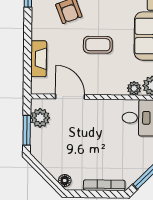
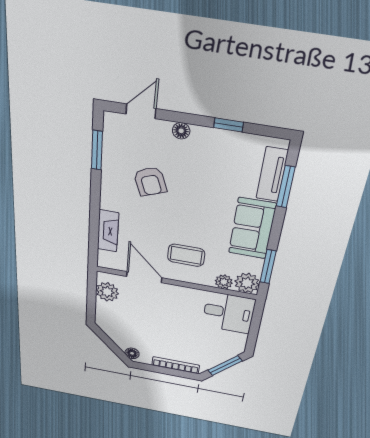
coffee table: (98, 45) -> (186, 255), moved
window: (27, 130) -> (91, 301), removed

